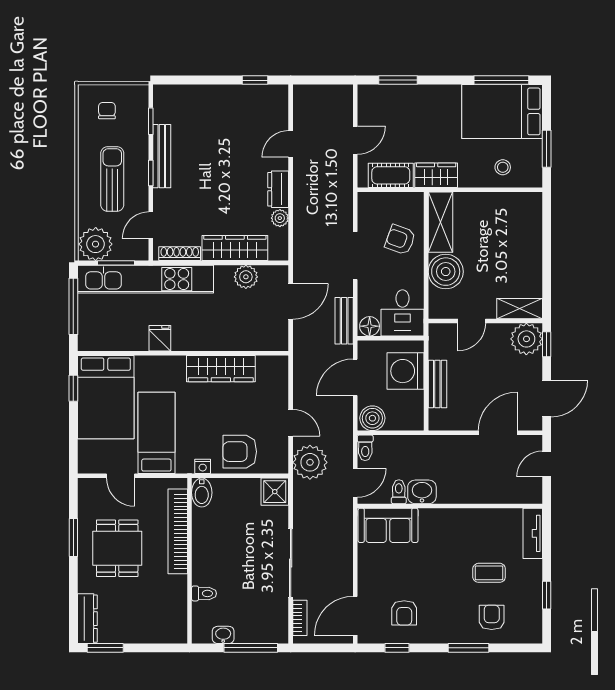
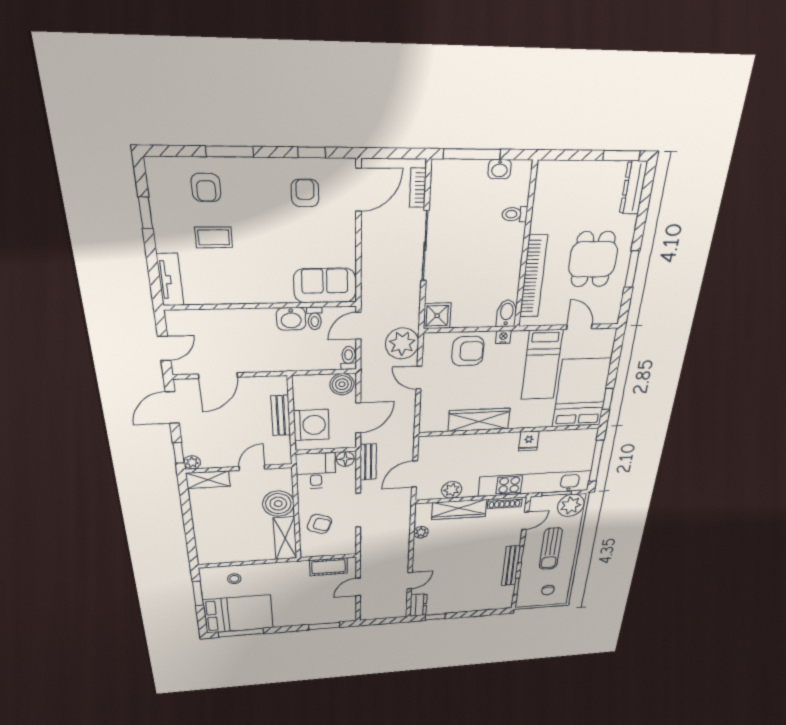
wardrobe: (436, 175) -> (291, 569), removed
dresser: (278, 189) -> (418, 605), moved
plant: (526, 339) -> (192, 462), width x0.53, depth x0.53

